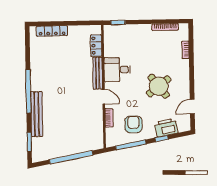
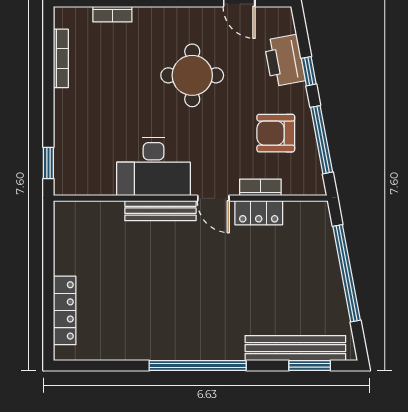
locker: (96, 46) -> (259, 213), moved
desk: (117, 70) -> (154, 167), width x1.37
round table: (159, 86) -> (192, 75), turned 38
door: (104, 97) -> (213, 198), swing flipped
bench: (37, 114) -> (295, 348), moved

